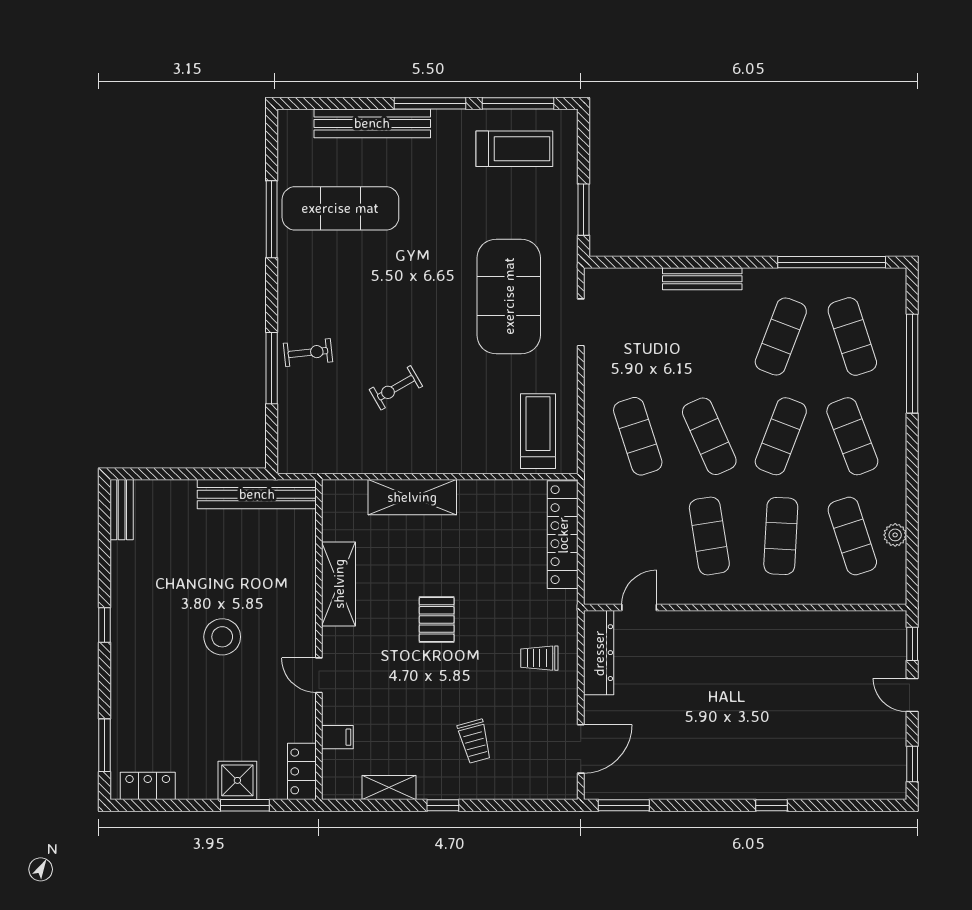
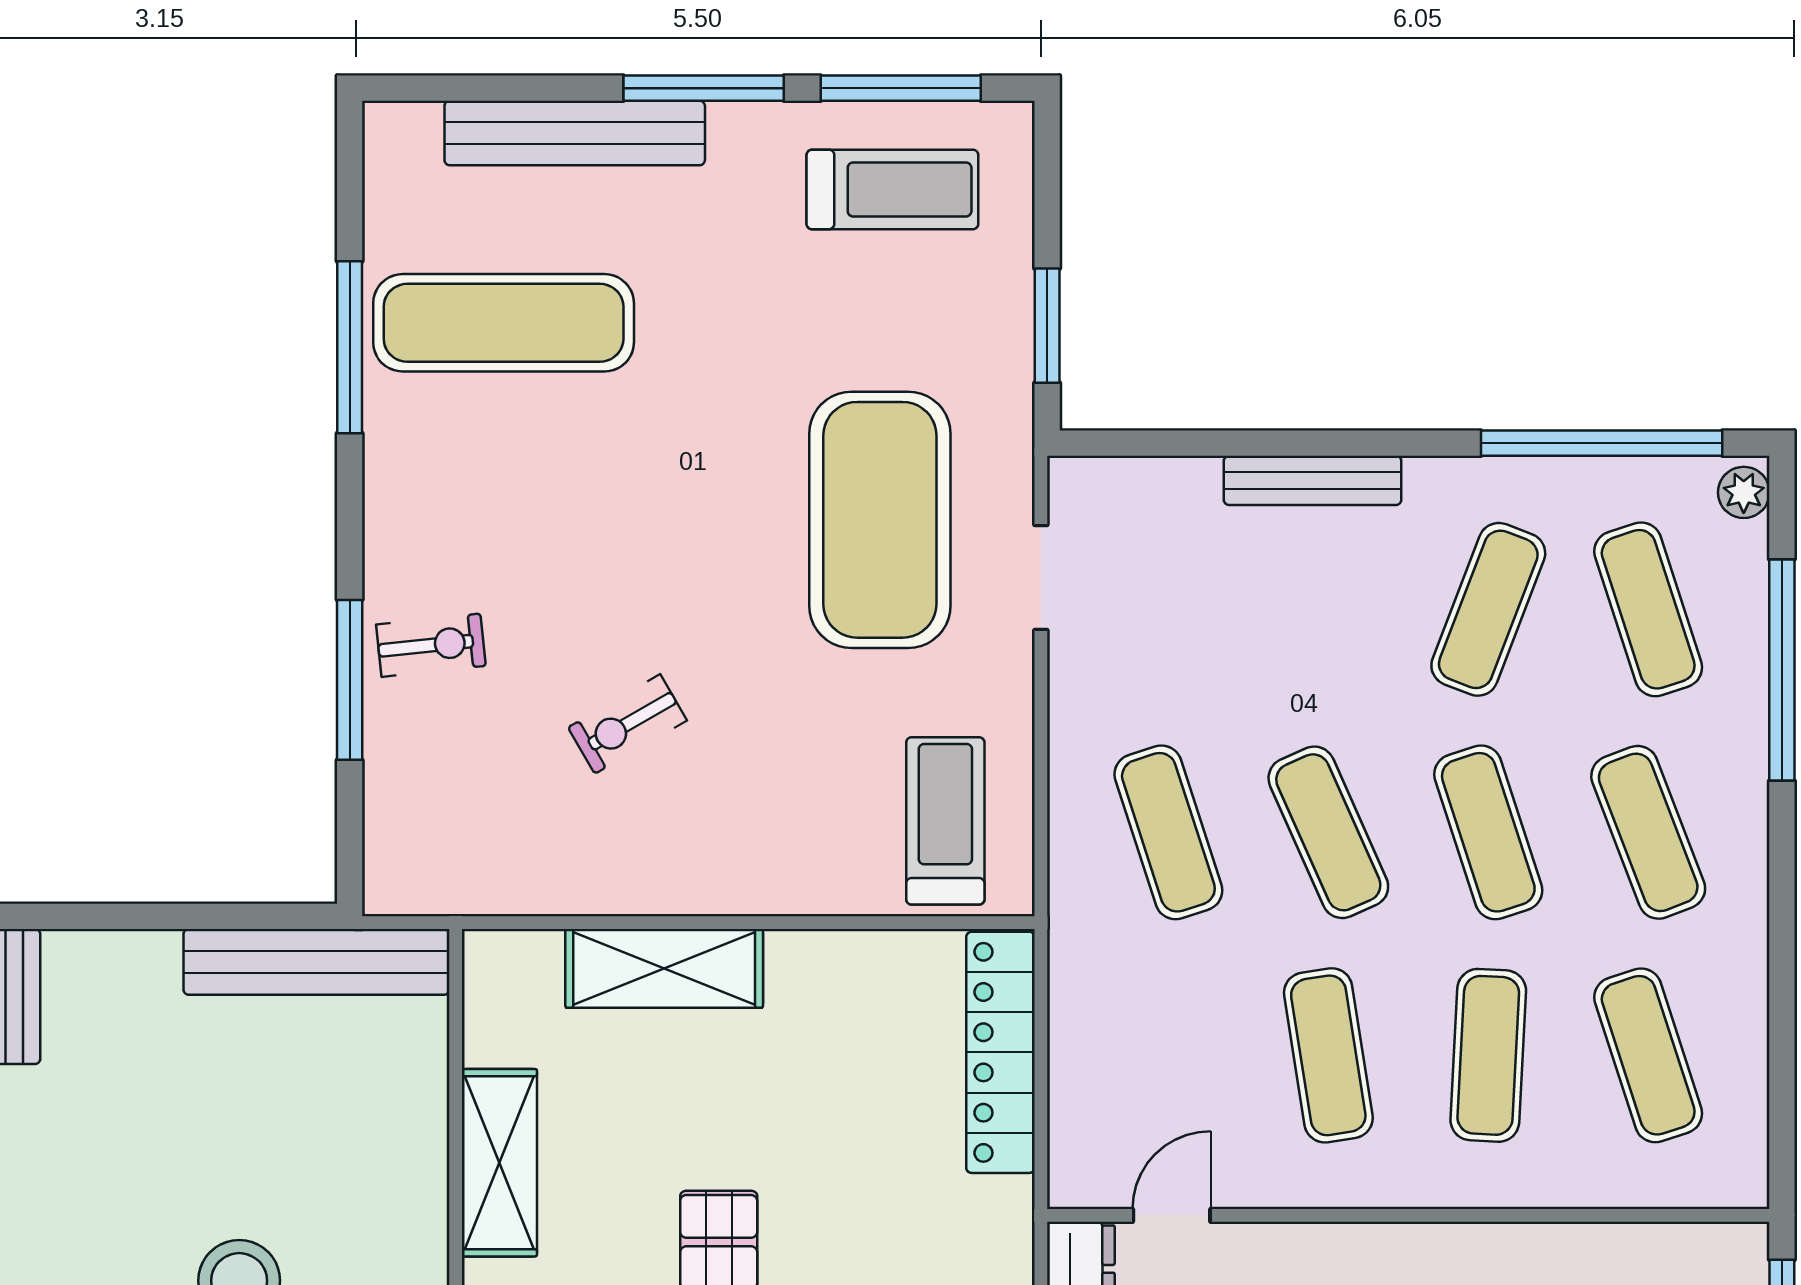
exercise mat: (781, 436) -> (1488, 832), turned -39
plant: (895, 535) -> (1744, 492), moved

